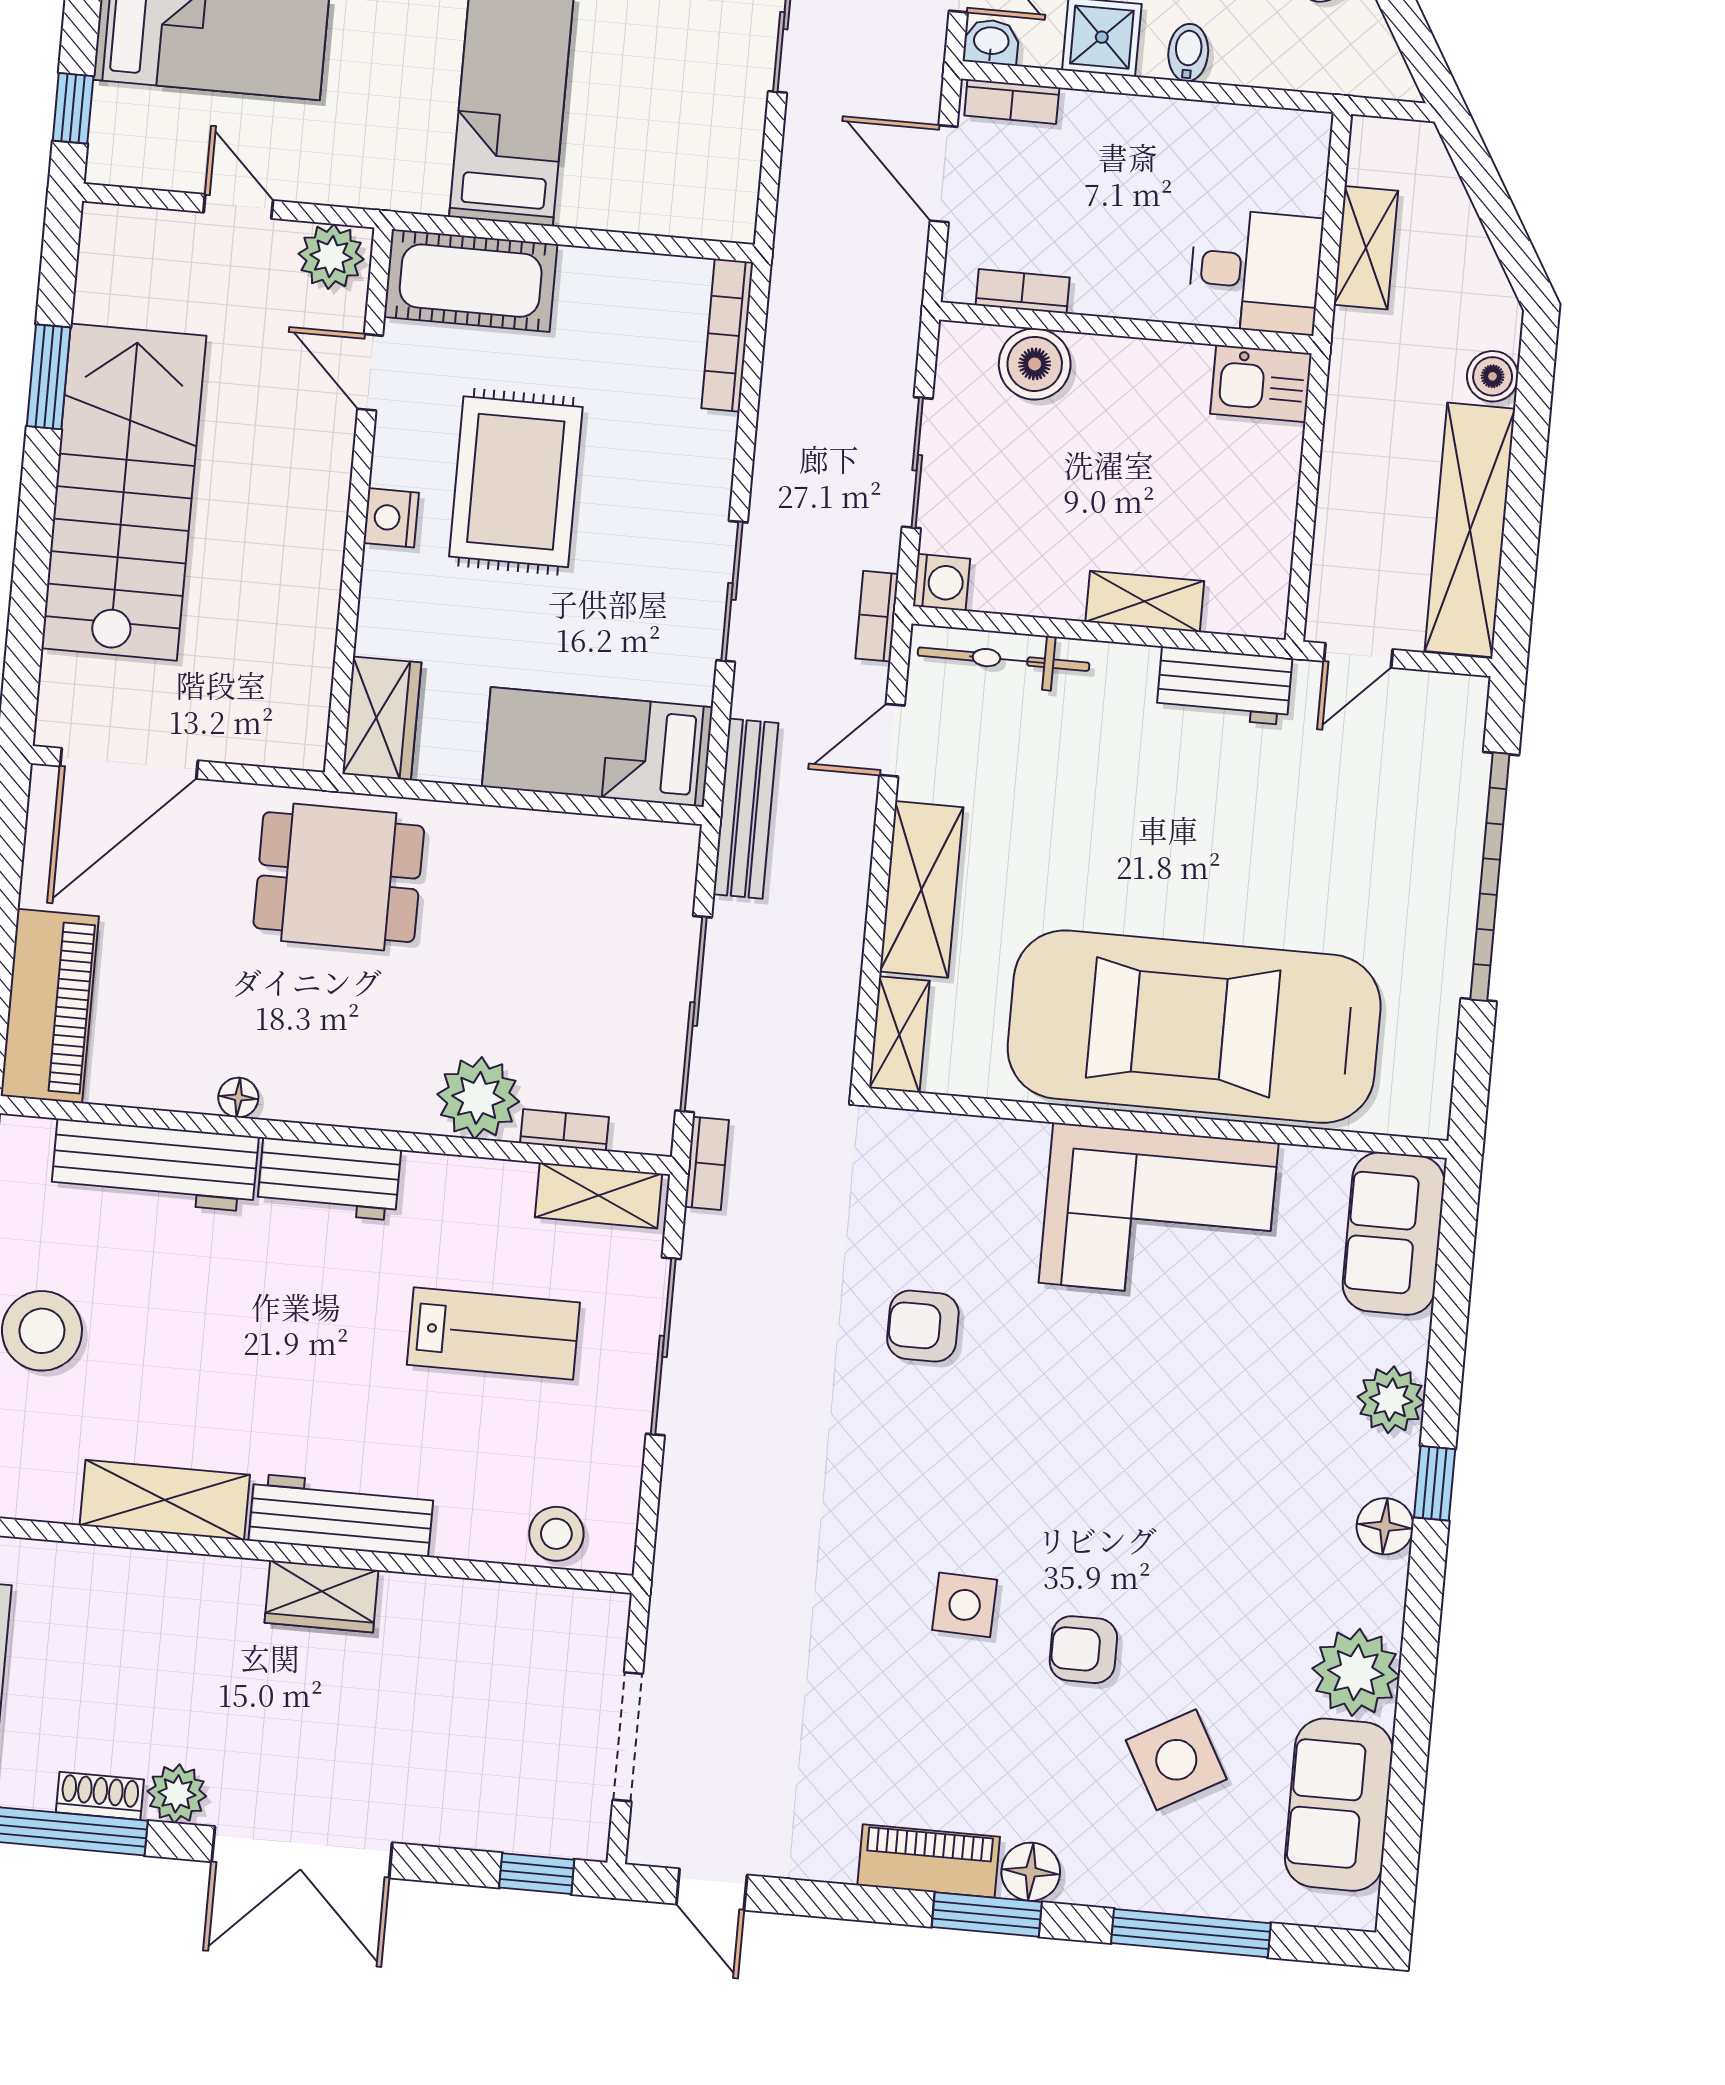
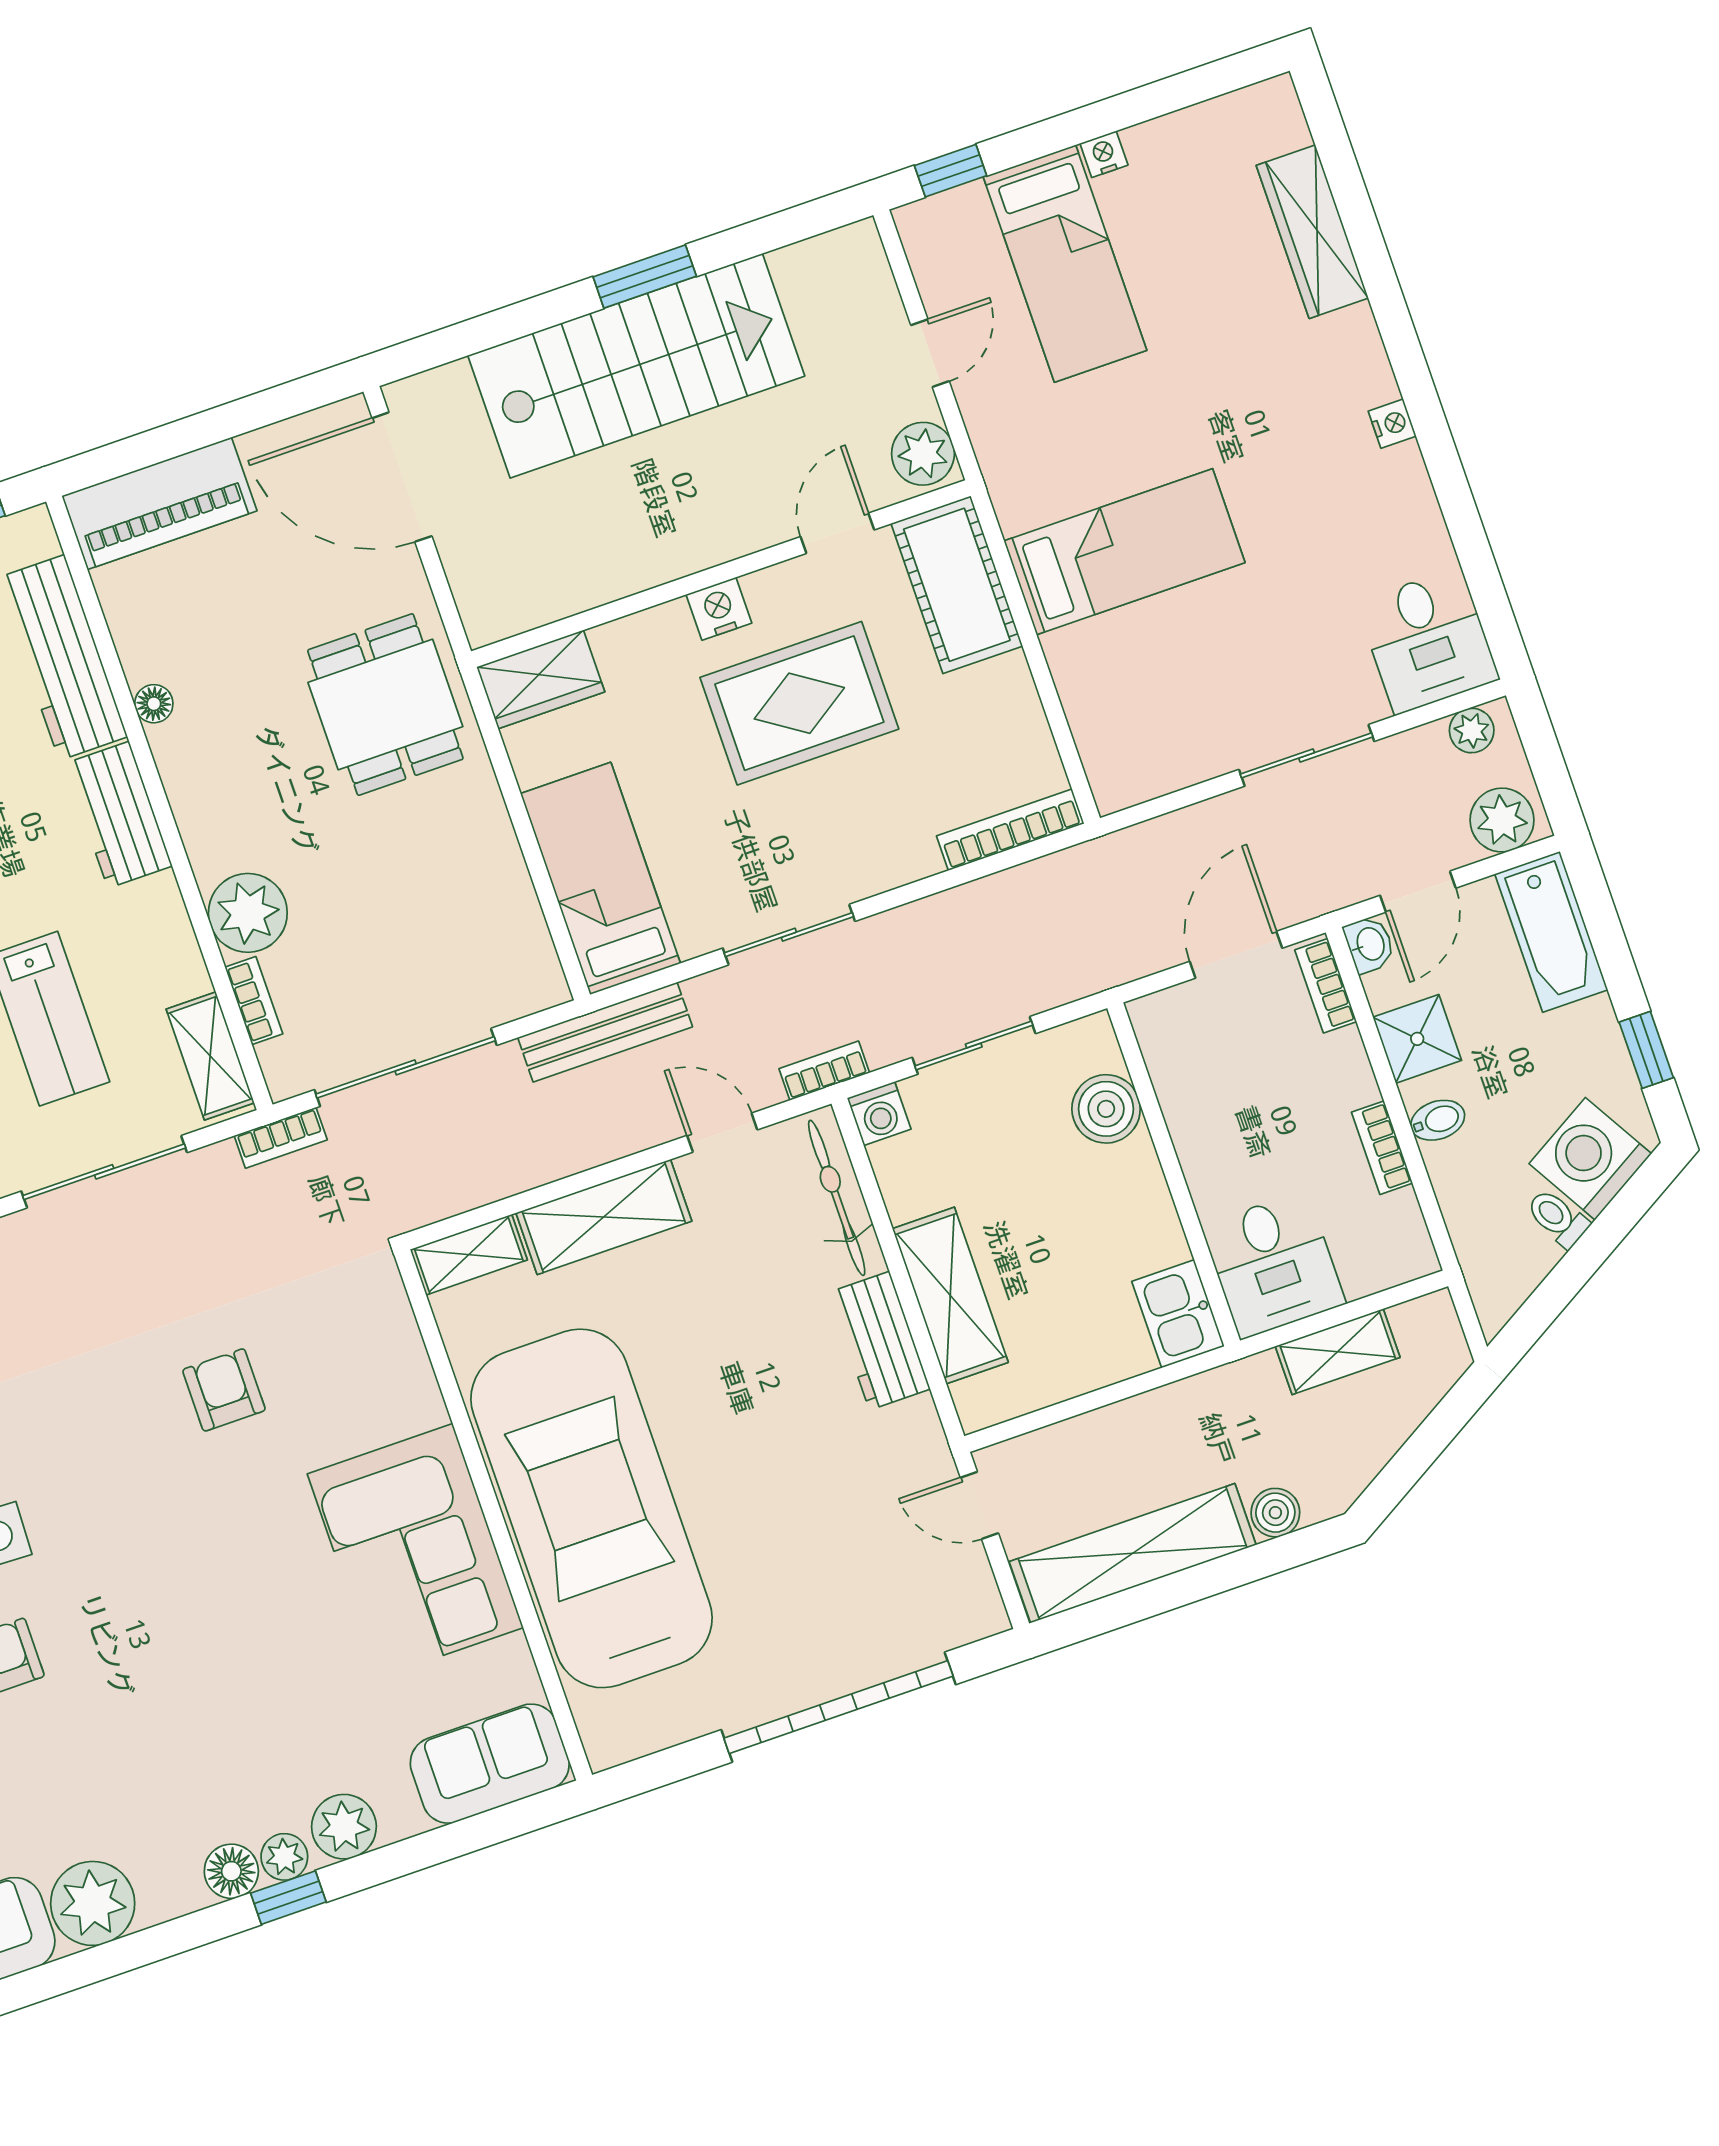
bookcase: (1023, 291) -> (1382, 1148), moved, turned 180
window: (49, 377) -> (645, 277), moved
shelving: (1145, 601) -> (950, 1296), width x1.50, depth x1.33
workbench: (1224, 686) -> (880, 1341), moved
plant: (1394, 1470) -> (284, 1857), added

